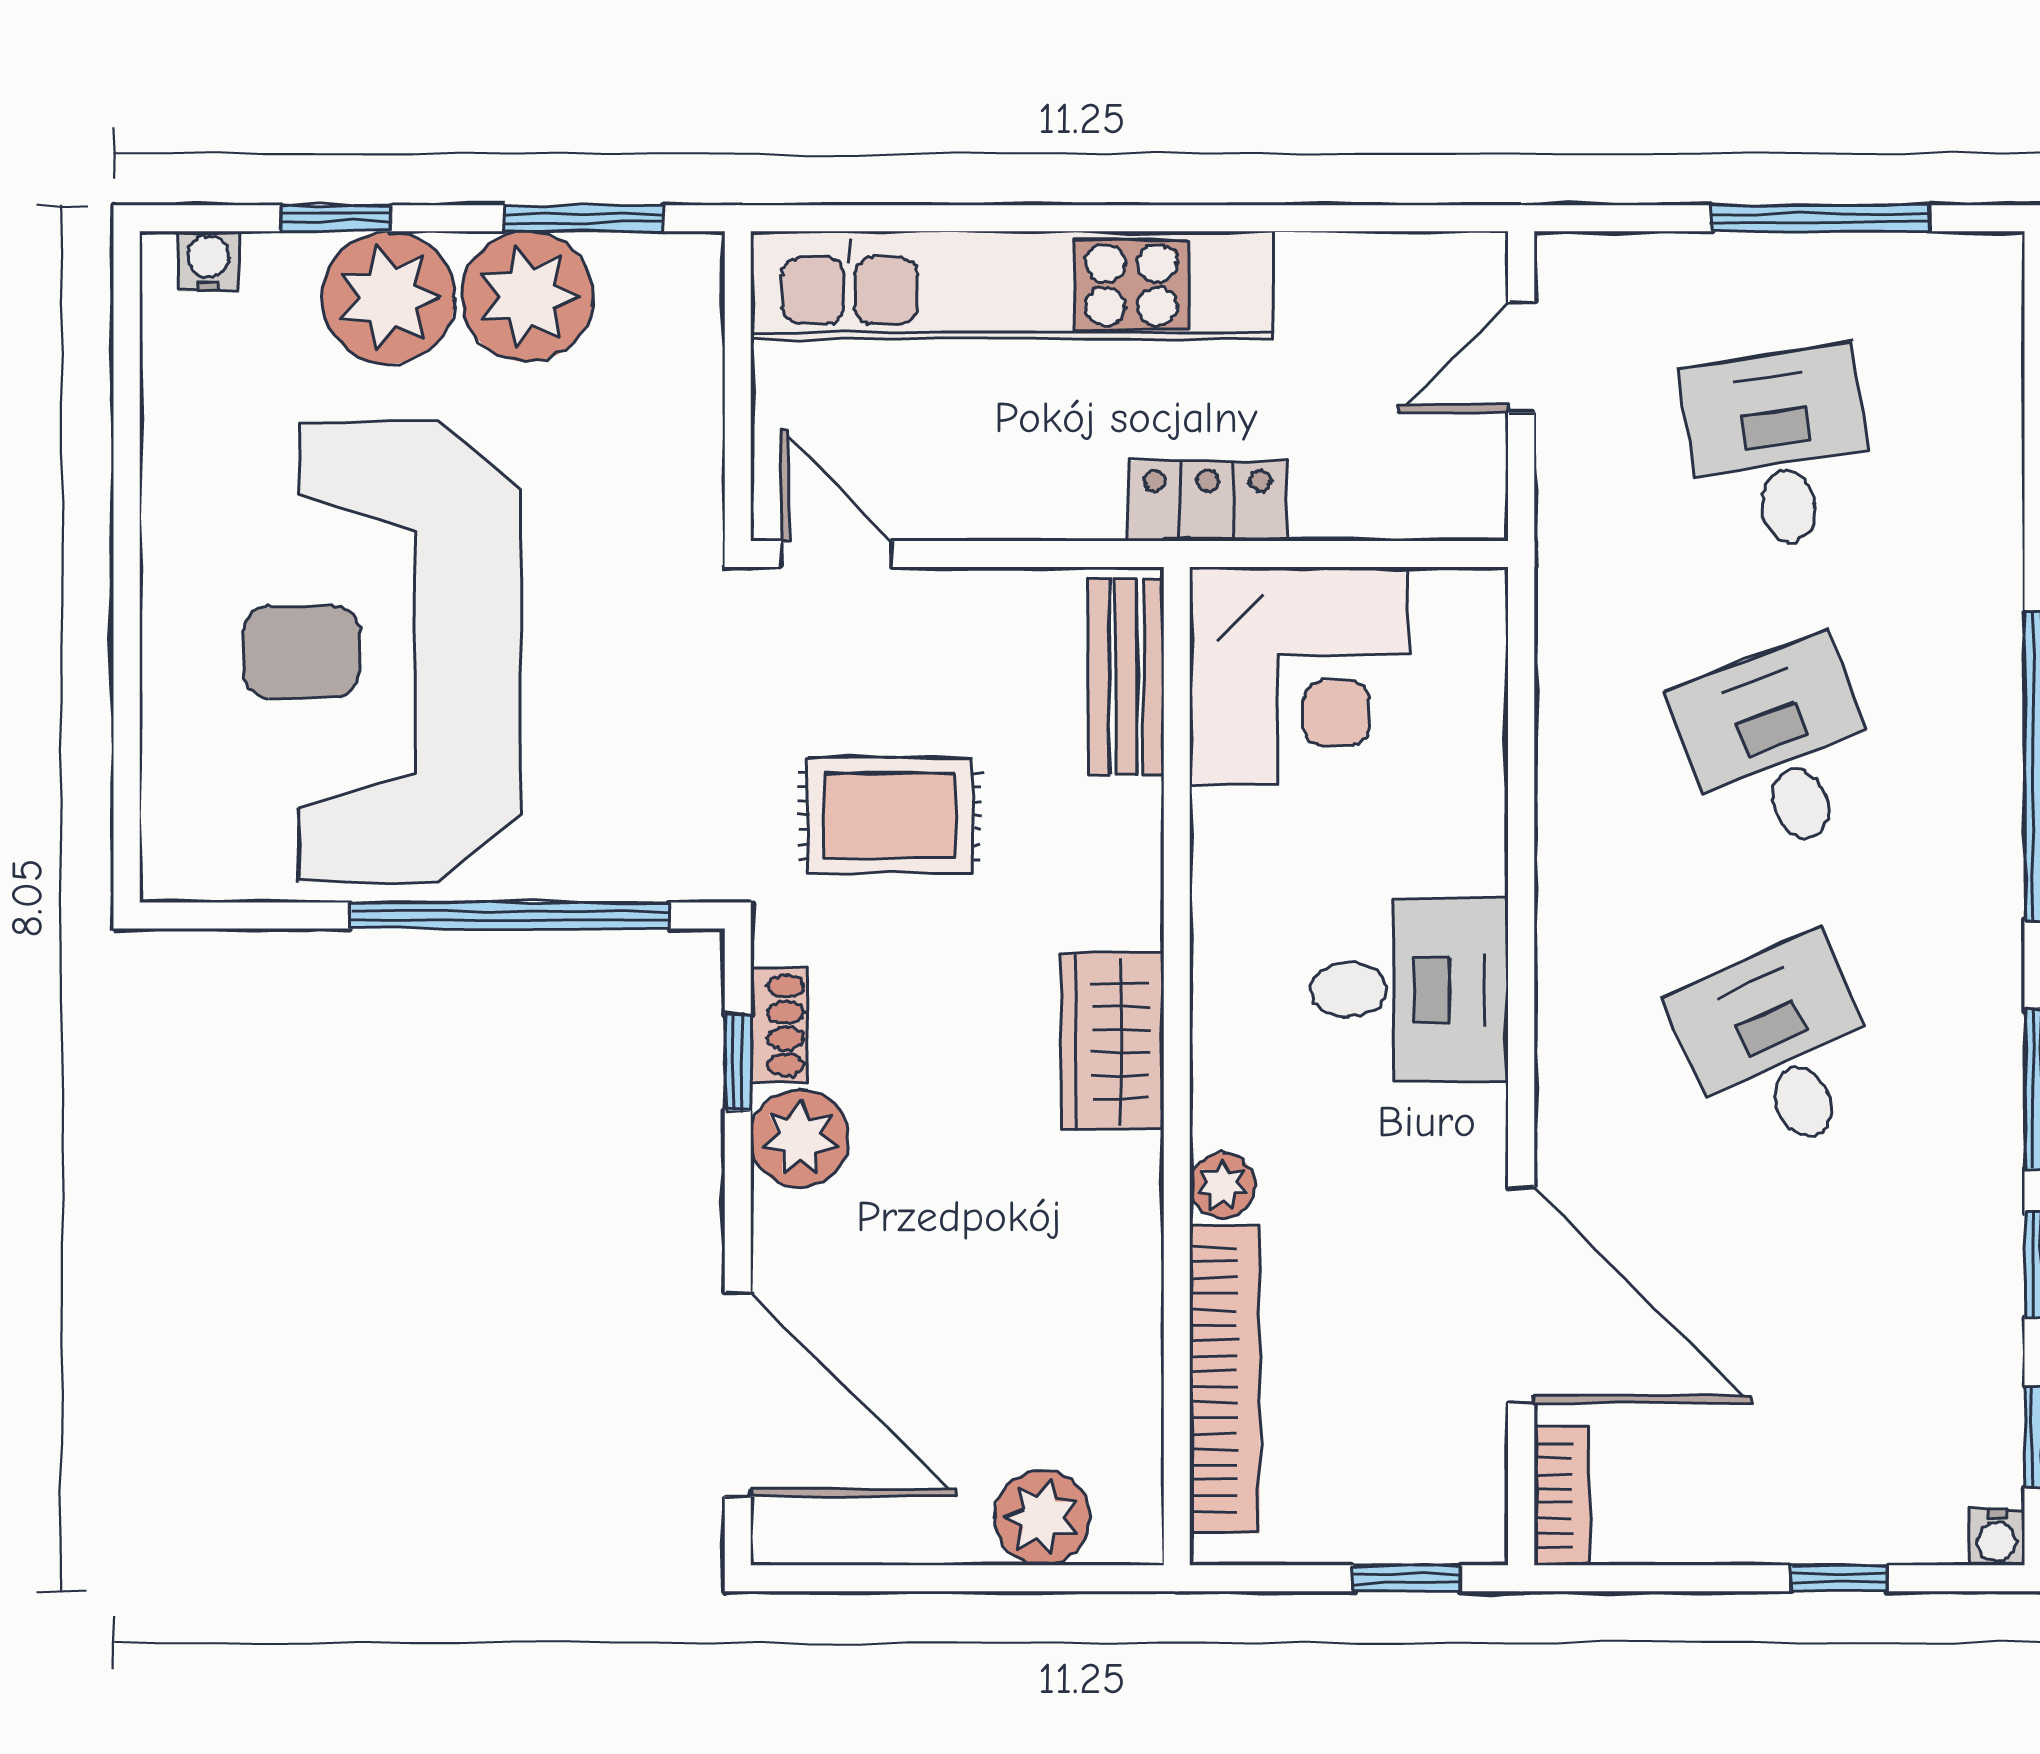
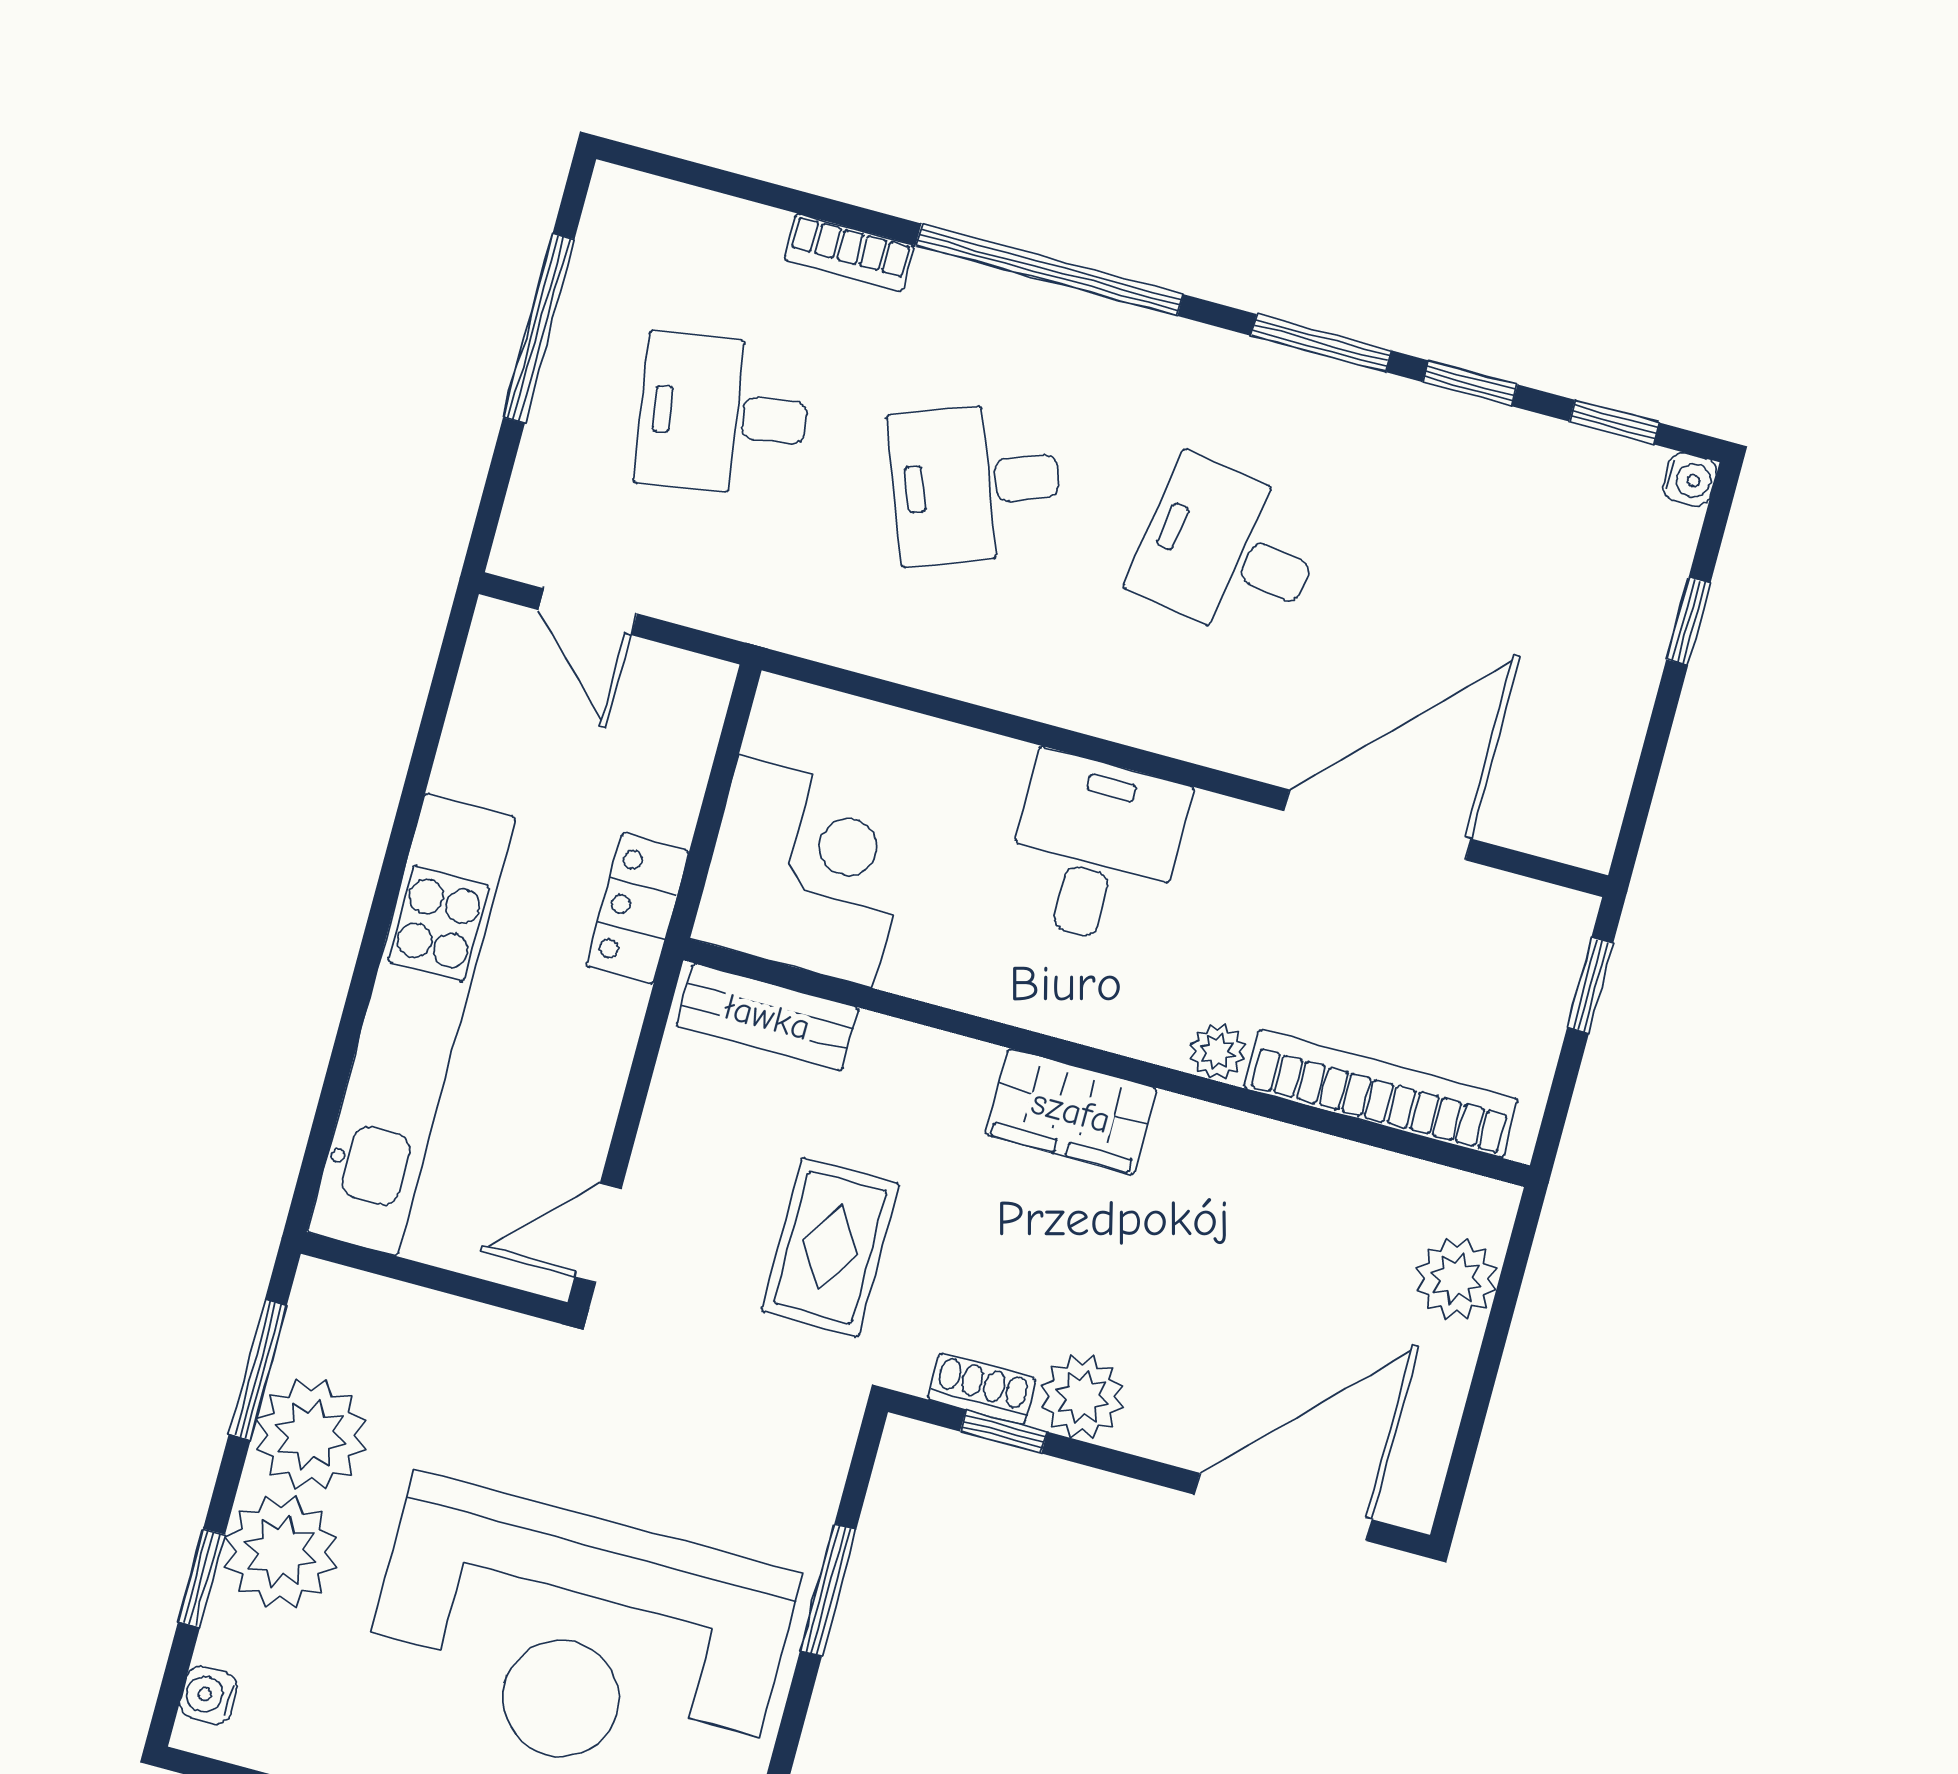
window: (510, 915) -> (828, 1590), width x0.47
desk: (1779, 1048) -> (1228, 551), turned 33
bookcase: (1562, 1495) -> (849, 253), moved, turned 180

